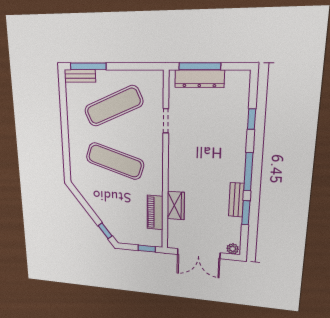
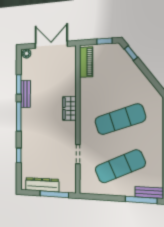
dresser: (199, 79) -> (42, 185), moved
exercise mat: (115, 161) -> (120, 119), turned -36
wardrobe: (176, 206) -> (69, 108), moved
piano: (155, 213) -> (86, 62), moved
window: (147, 249) -> (105, 41), moved

